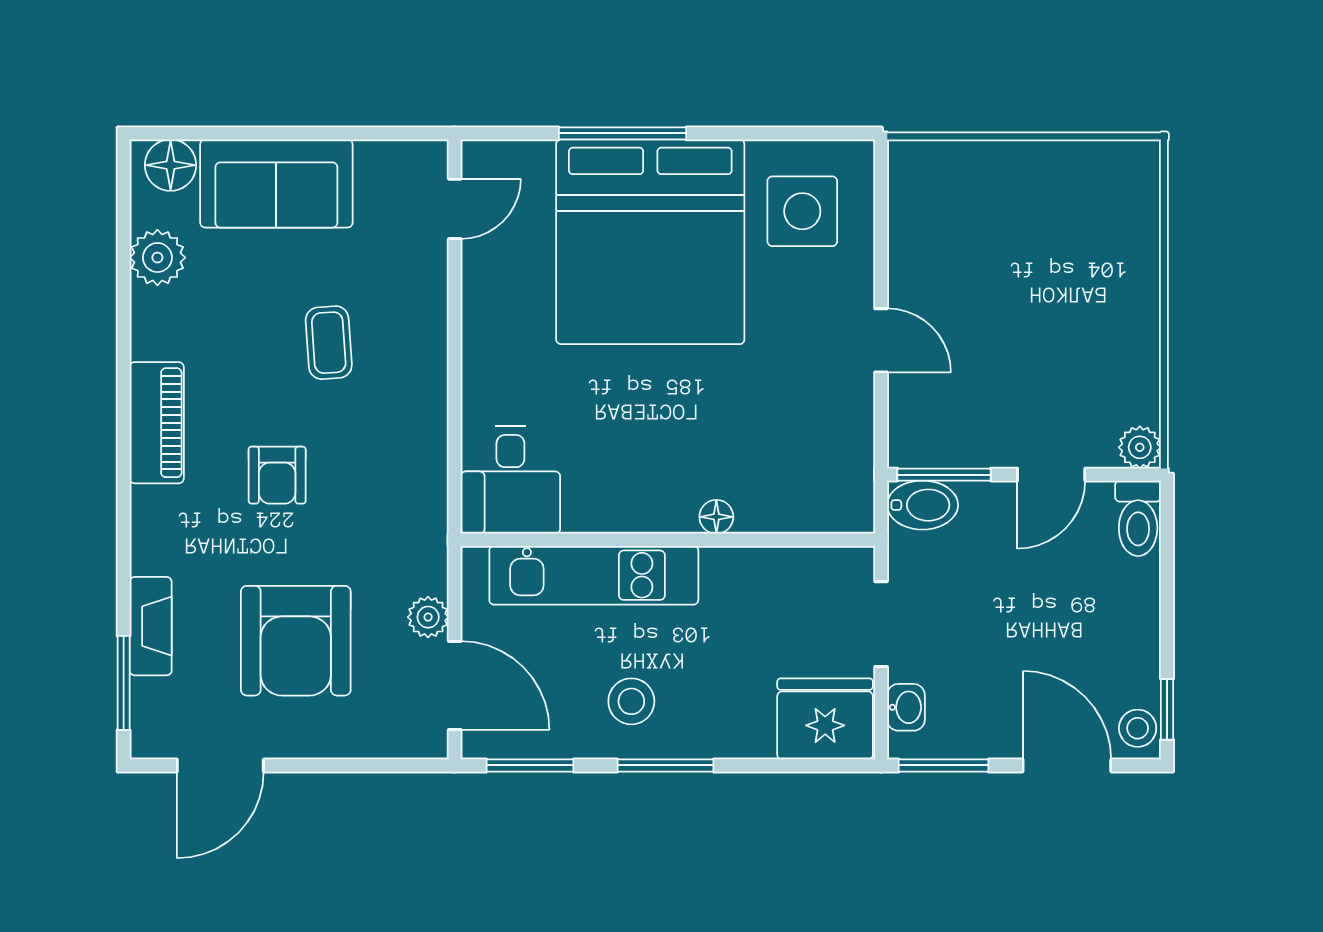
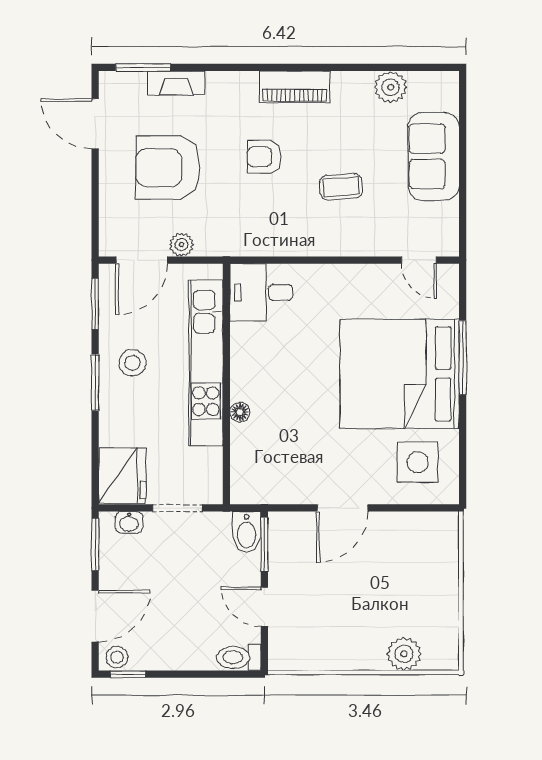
floor lamp: (171, 165) -> (444, 95), removed
door: (881, 340) -> (342, 508), width x1.38
plant: (1140, 447) -> (404, 654), moved, width x1.38, depth x1.38
kitchen unit: (594, 575) -> (206, 363), width x1.36

